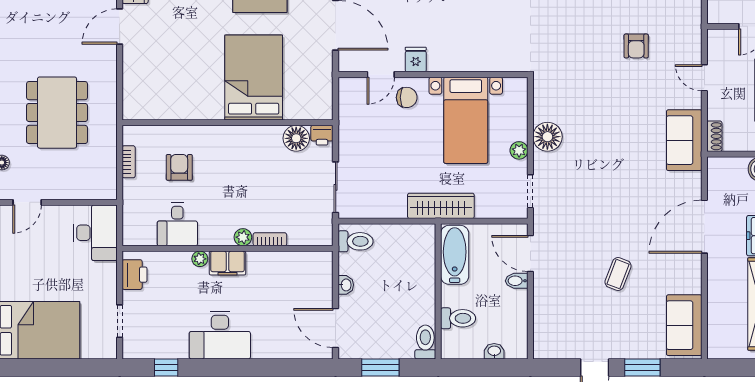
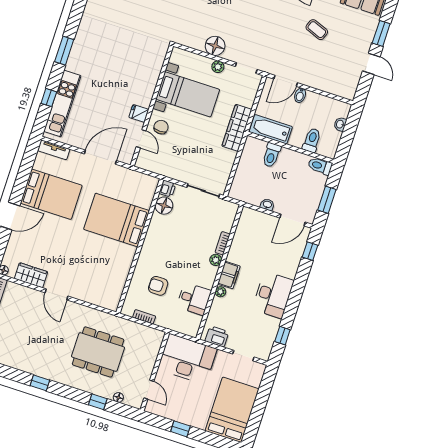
desk: (95, 233) -> (187, 359), width x1.36, depth x1.30
toilet: (355, 241) -> (271, 155), moved, turned 180
window: (299, 367) -> (310, 251), added

